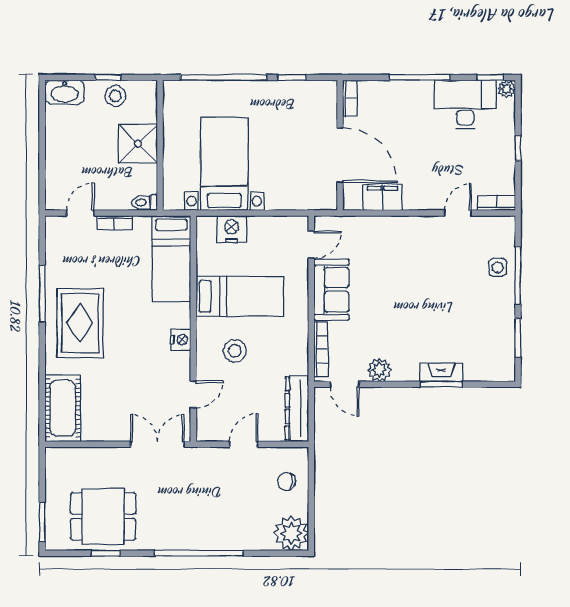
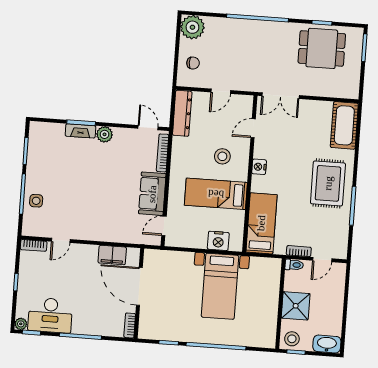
shower: (138, 144) -> (296, 306), moved
wall: (160, 145) -> (280, 304), moved
toilet: (144, 202) -> (294, 265), moved
plant: (379, 370) -> (105, 134), moved

